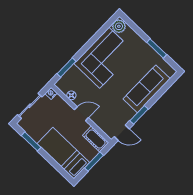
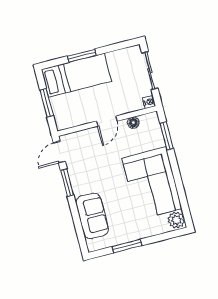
sofa: (147, 89) -> (92, 216), width x0.73
cot: (96, 139) -> (70, 120), removed
window: (31, 141) -> (82, 56), moved

